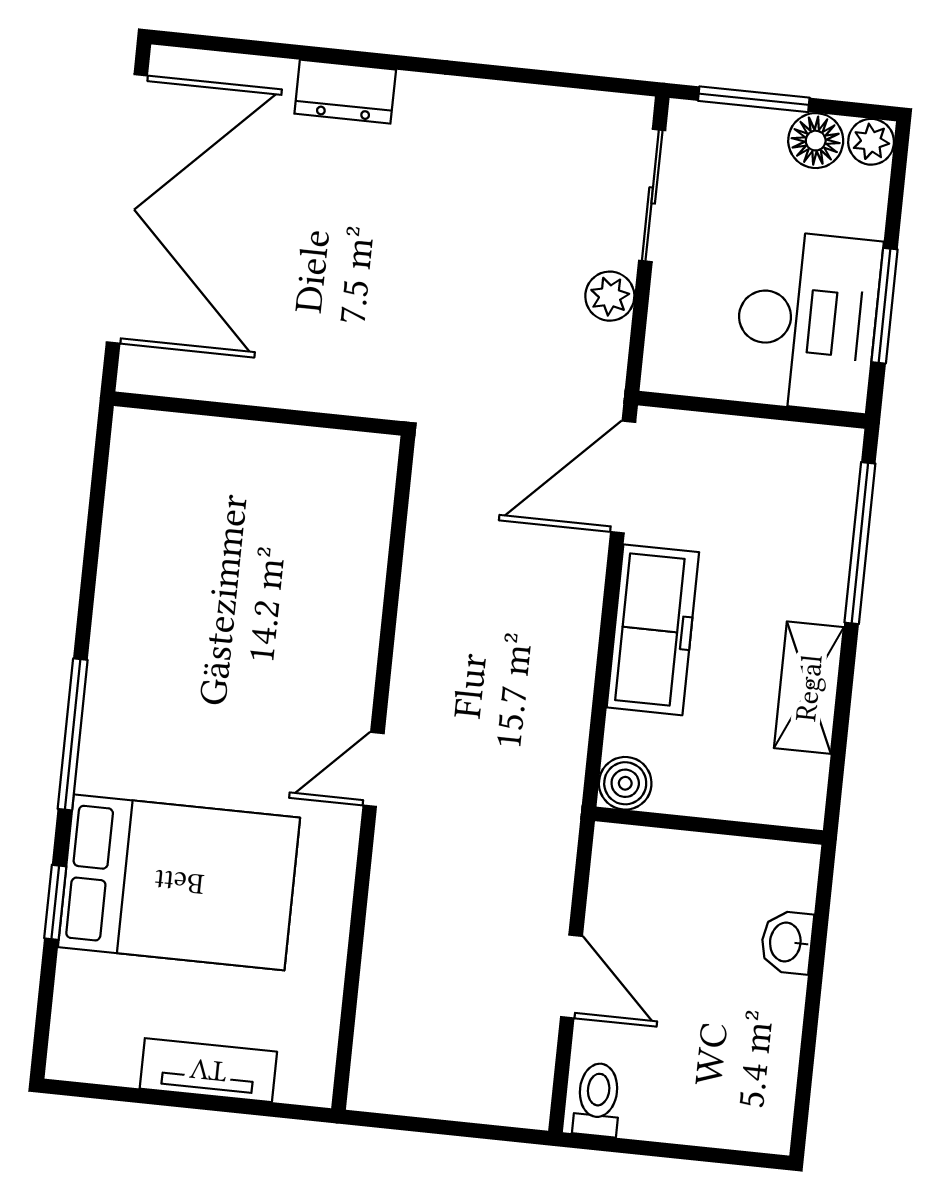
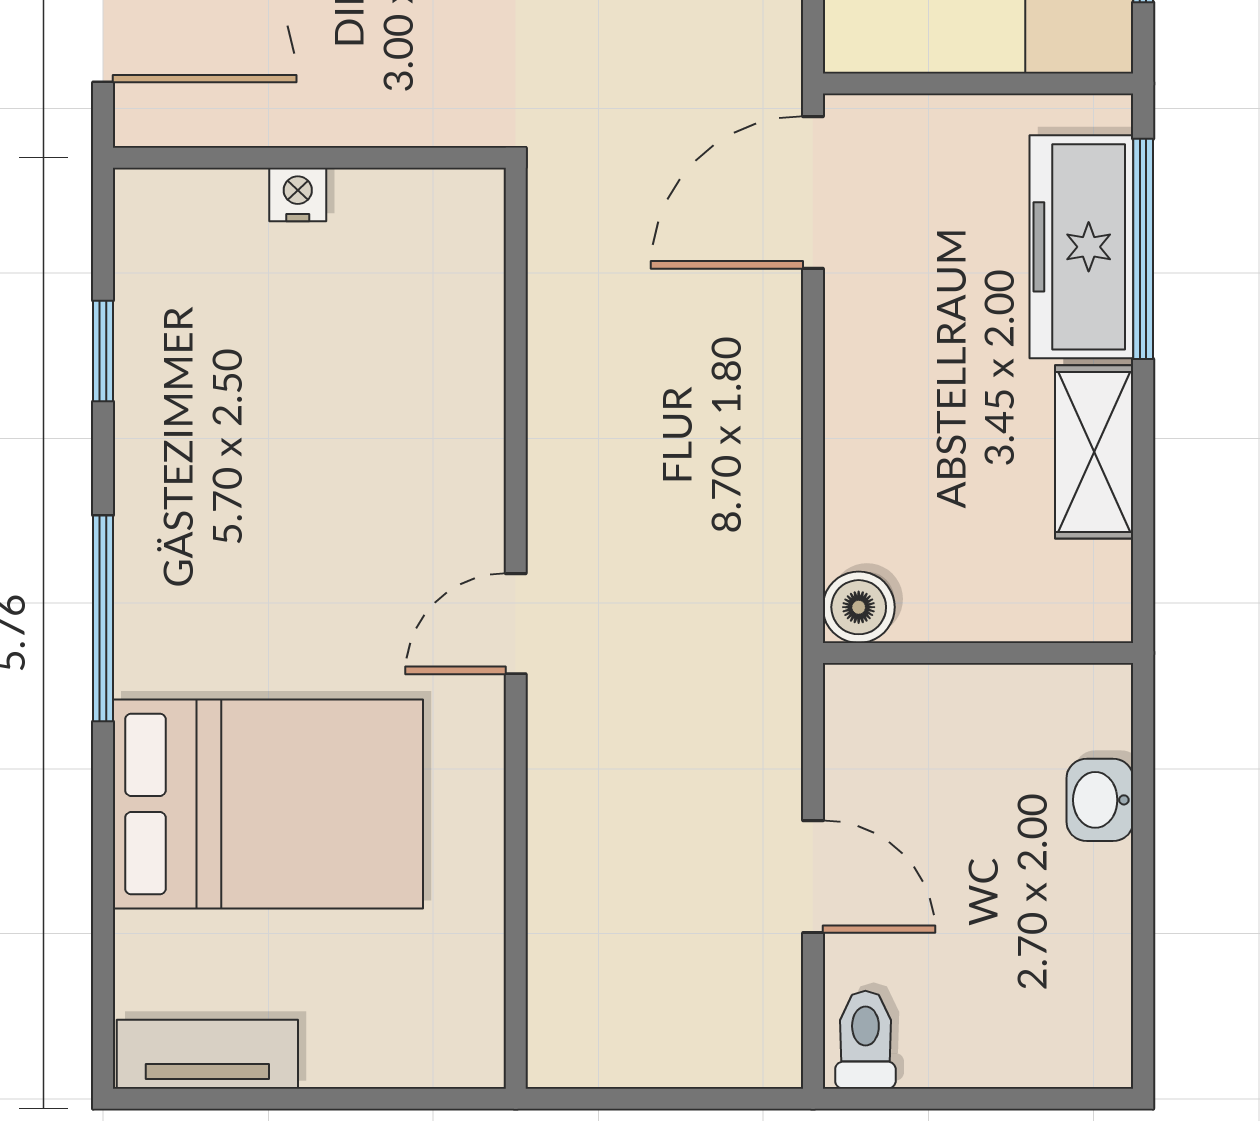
nightstand: (247, 440) -> (298, 194), added
freezer: (653, 630) -> (1081, 247), moved, turned 180
window: (55, 902) -> (103, 351), moved
tv unit: (208, 1070) -> (207, 1054), moved

